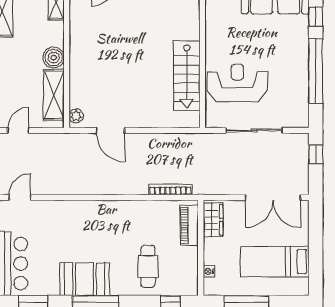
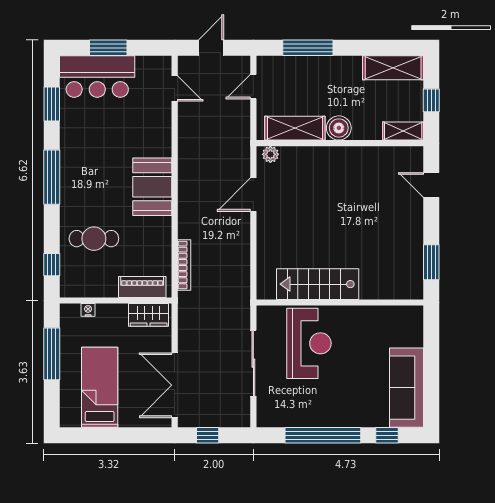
door: (18, 130) -> (253, 87), swing flipped
window: (316, 154) -> (208, 435), moved
booth: (85, 279) -> (152, 187), moved

